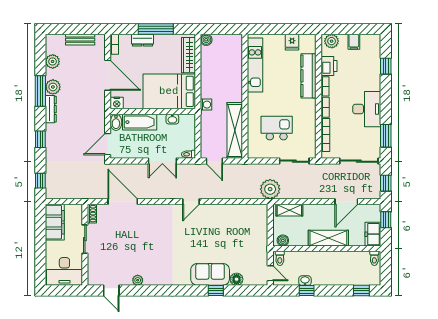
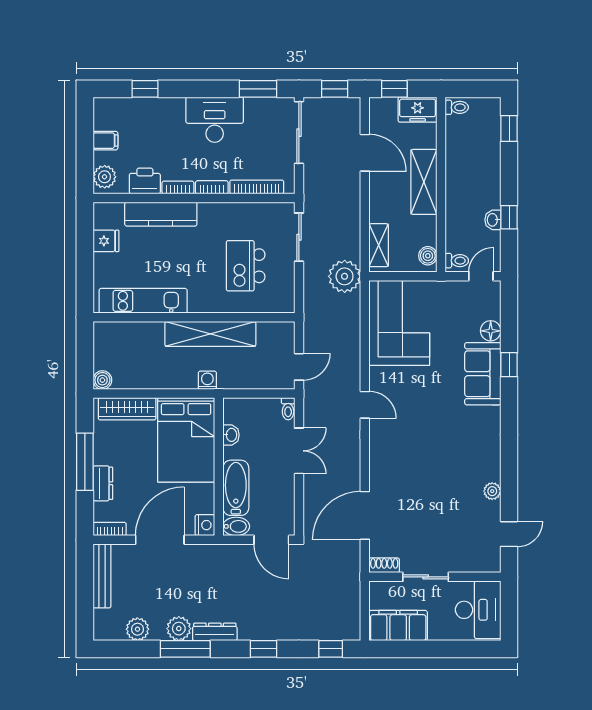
bench: (80, 40) -> (102, 576), width x1.36
shelving: (235, 130) -> (210, 334), moved
corner sofa: (241, 223) -> (399, 323), added

